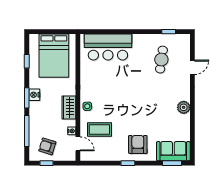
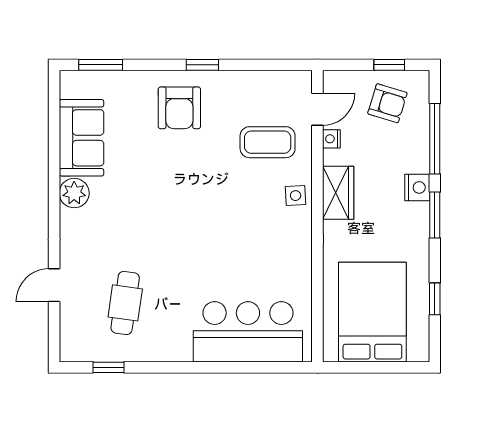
nightstand: (34, 95) -> (417, 187), moved
door: (78, 144) -> (317, 109), swing flipped
sofa: (173, 151) -> (82, 138), moved, turned -90

